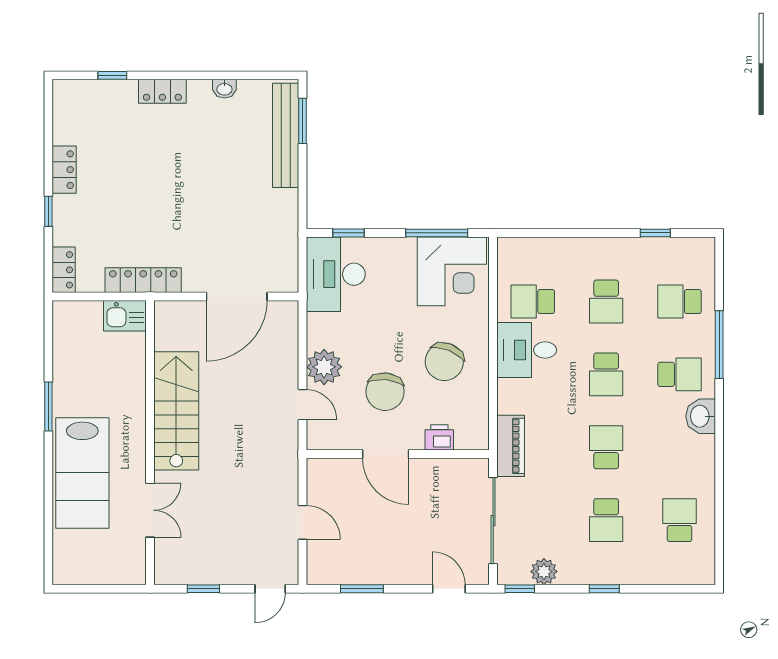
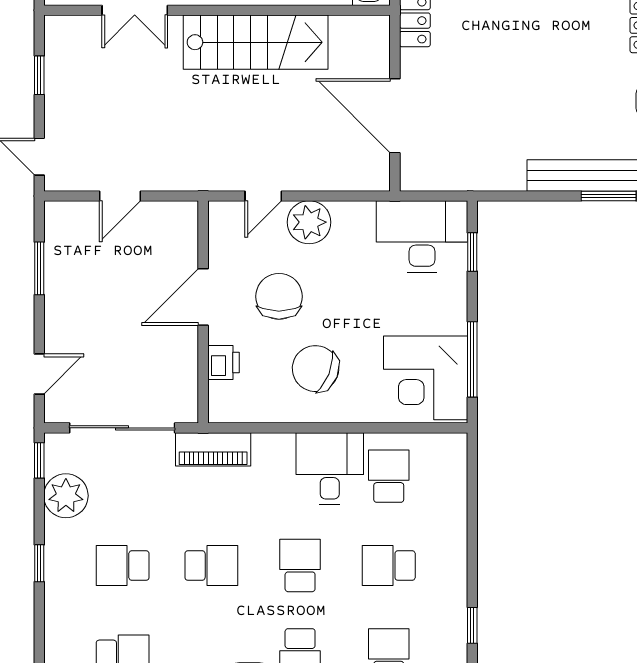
school desk: (606, 374) -> (300, 566), turned 90
chair: (385, 392) -> (279, 296), turned 84
plant: (544, 572) -> (66, 496), width x1.36, depth x1.36

